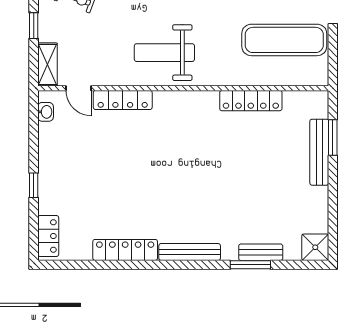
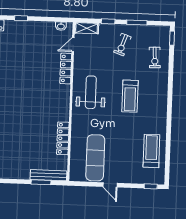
bench: (319, 152) -> (48, 175), moved

